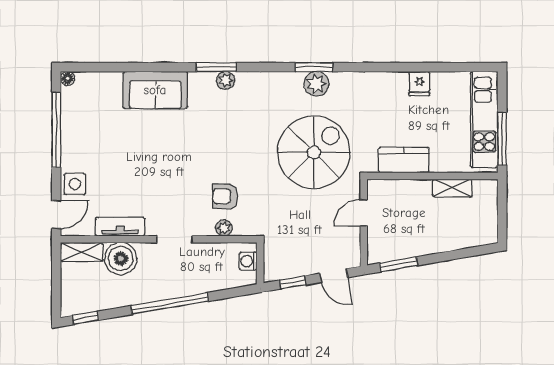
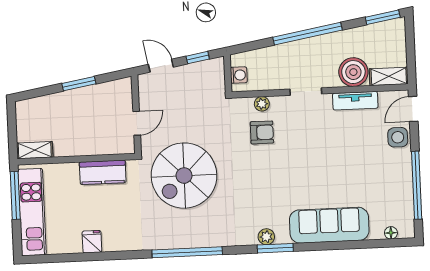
window: (314, 67) -> (187, 252), width x2.11
floor lamp: (68, 78) -> (391, 233), moved
plant: (316, 84) -> (185, 237), removed
sofa: (155, 90) -> (329, 225), width x1.36
shelving: (452, 188) -> (35, 150), moved
window: (399, 264) -> (79, 84), moved
window: (85, 318) -> (383, 17), width x1.50

